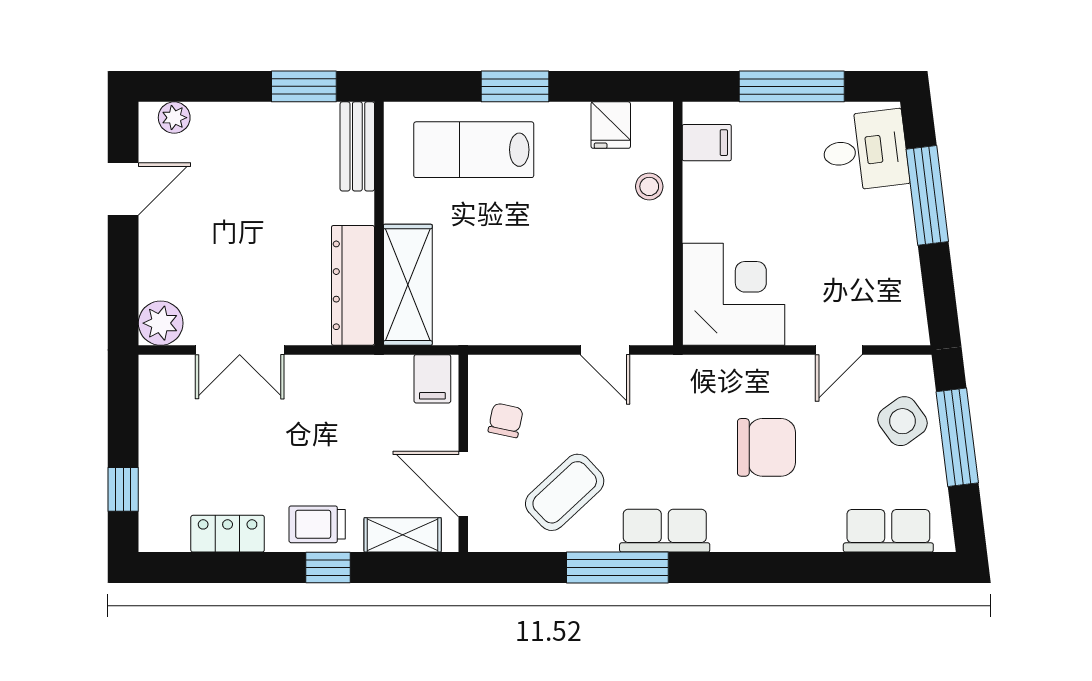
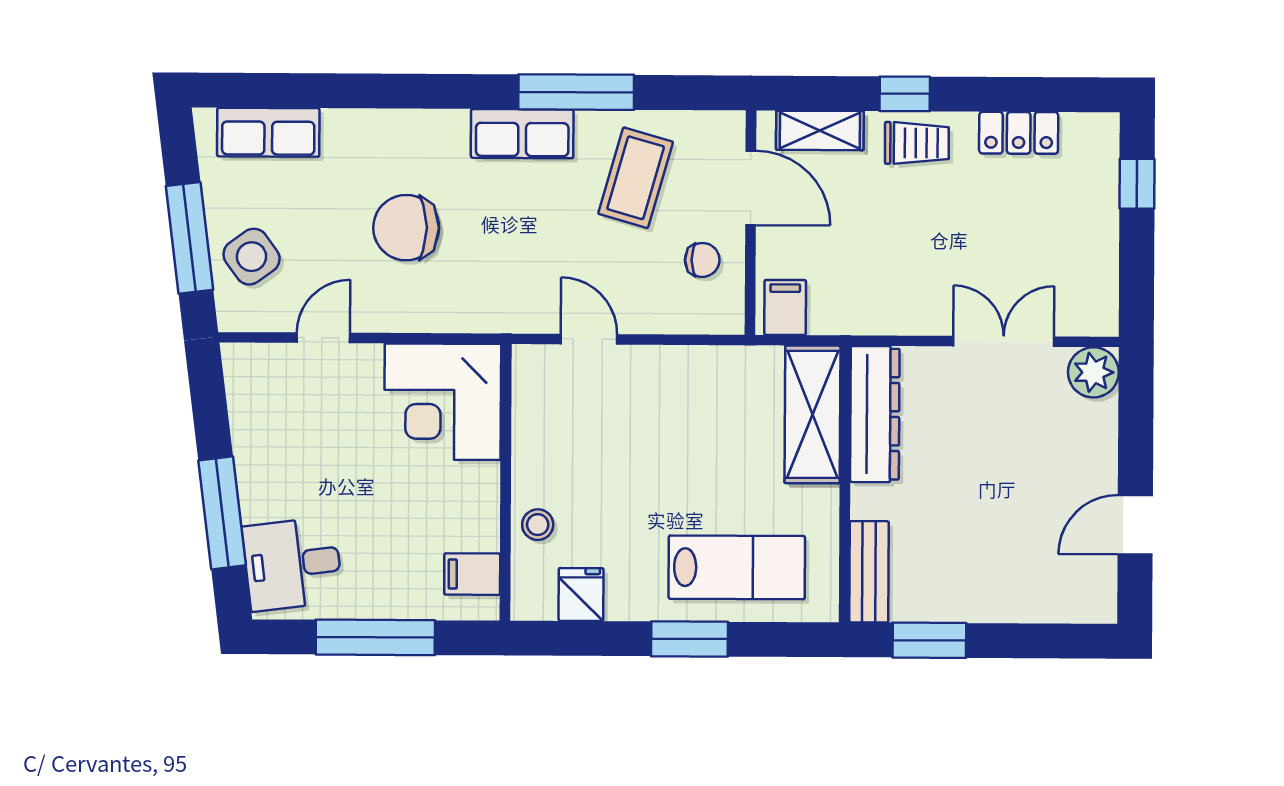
plant: (174, 118) -> (1077, 606), removed
chair: (506, 420) -> (702, 260), turned -102
coffee table: (565, 492) -> (636, 178), turned -31

